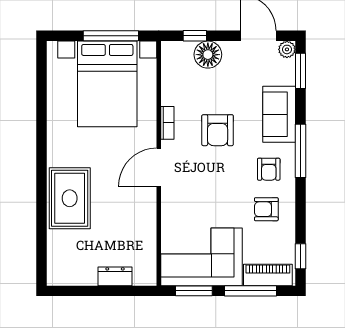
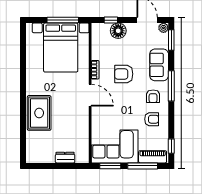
armchair: (218, 130) -> (124, 74), turned 90
door: (159, 167) -> (90, 95), swing flipped
armchair: (266, 209) -> (152, 119), turned 180

